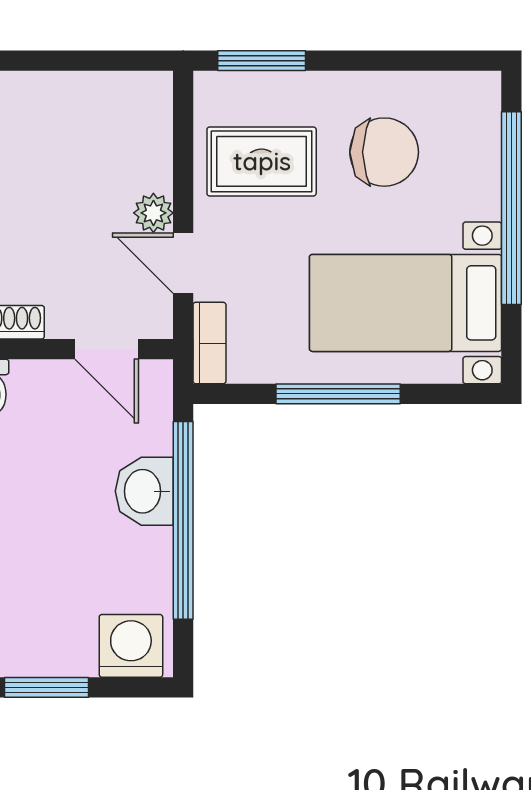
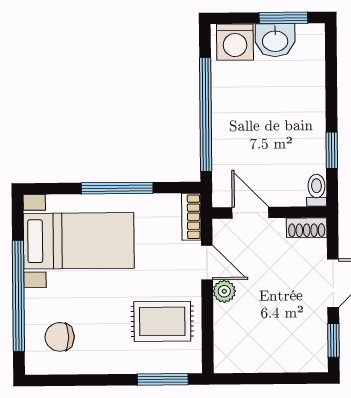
chair: (384, 152) -> (60, 337), moved, width x0.73, depth x0.73
washbasin: (144, 491) -> (275, 40), moved, turned 90

